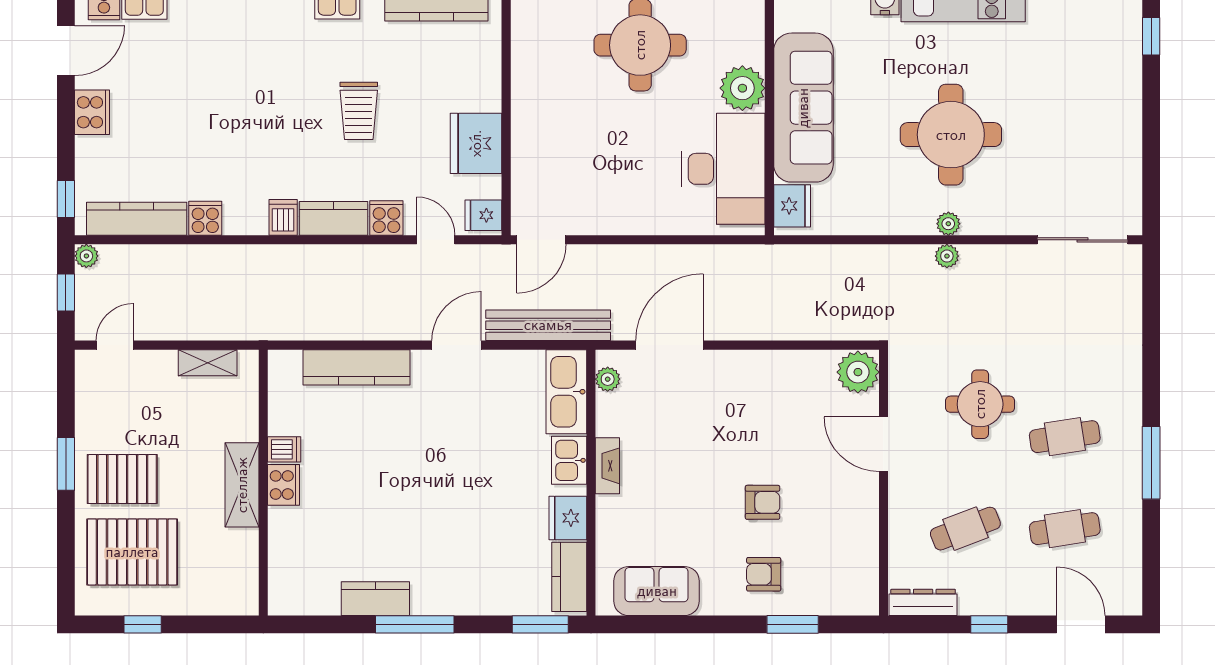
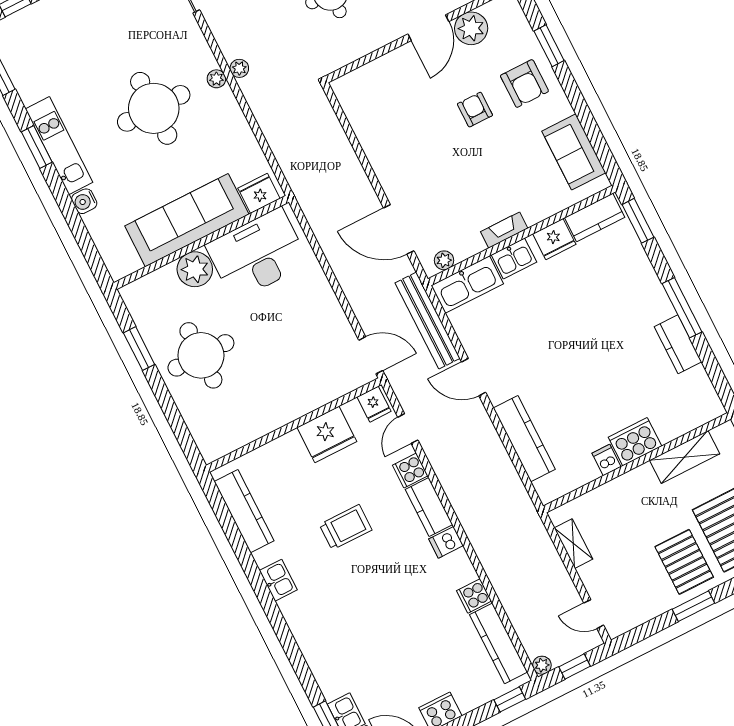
plant: (858, 372) -> (471, 28), moved
door: (883, 444) -> (428, 28), moved
shelving: (242, 485) -> (685, 457), moved
cooker: (284, 485) -> (635, 442), width x1.37, depth x1.31
armchair: (764, 574) -> (524, 83), width x1.38, depth x1.38

